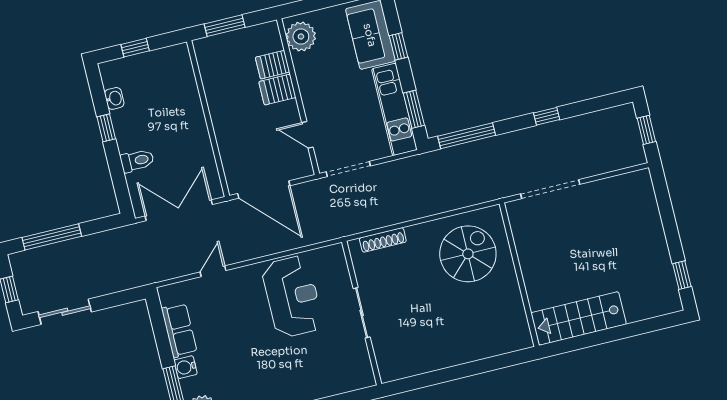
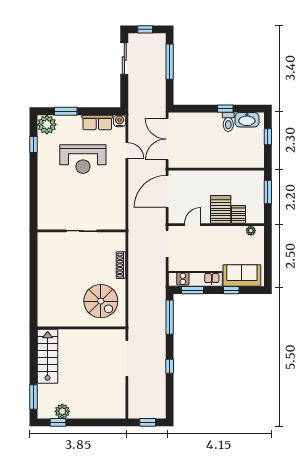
plant: (301, 37) -> (251, 231), width x0.53, depth x0.53
server rack: (277, 90) -> (221, 209), width x1.36, depth x1.44
washbasin: (114, 98) -> (247, 120), width x1.91, depth x1.45
toilet: (137, 161) -> (228, 122), moved
double door: (179, 210) -> (167, 139), swing flipped
shoe rack: (383, 240) -> (121, 265), moved
plant: (662, 273) -> (62, 411), added
reception desk: (292, 297) -> (83, 159), moved
window: (650, 325) -> (34, 397), added
water cooler: (186, 367) -> (120, 121), moved

